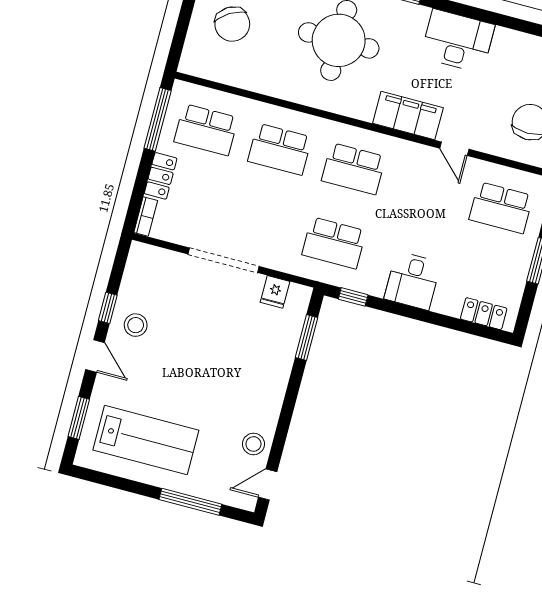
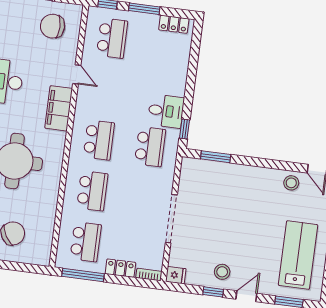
door: (454, 149) -> (77, 74), hinge flipped
desk: (413, 281) -> (166, 111), moved
fridge: (275, 292) -> (176, 275), moved
locker: (484, 314) -> (174, 24), moved, turned -90

